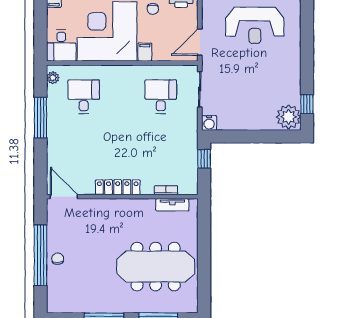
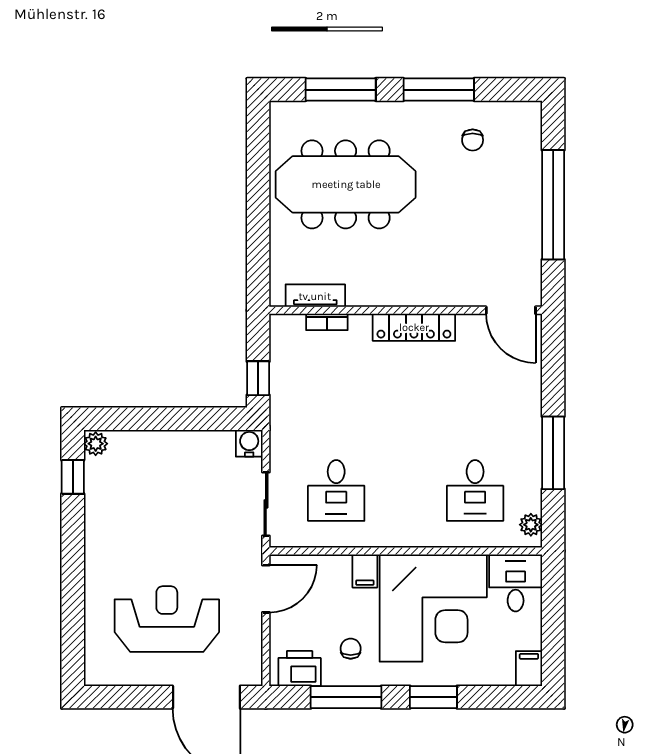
plant: (289, 117) -> (96, 444), width x0.53, depth x0.53
chair: (58, 259) -> (473, 140), moved

